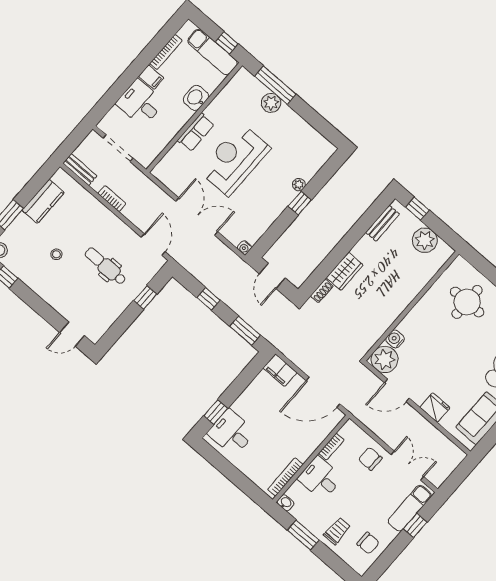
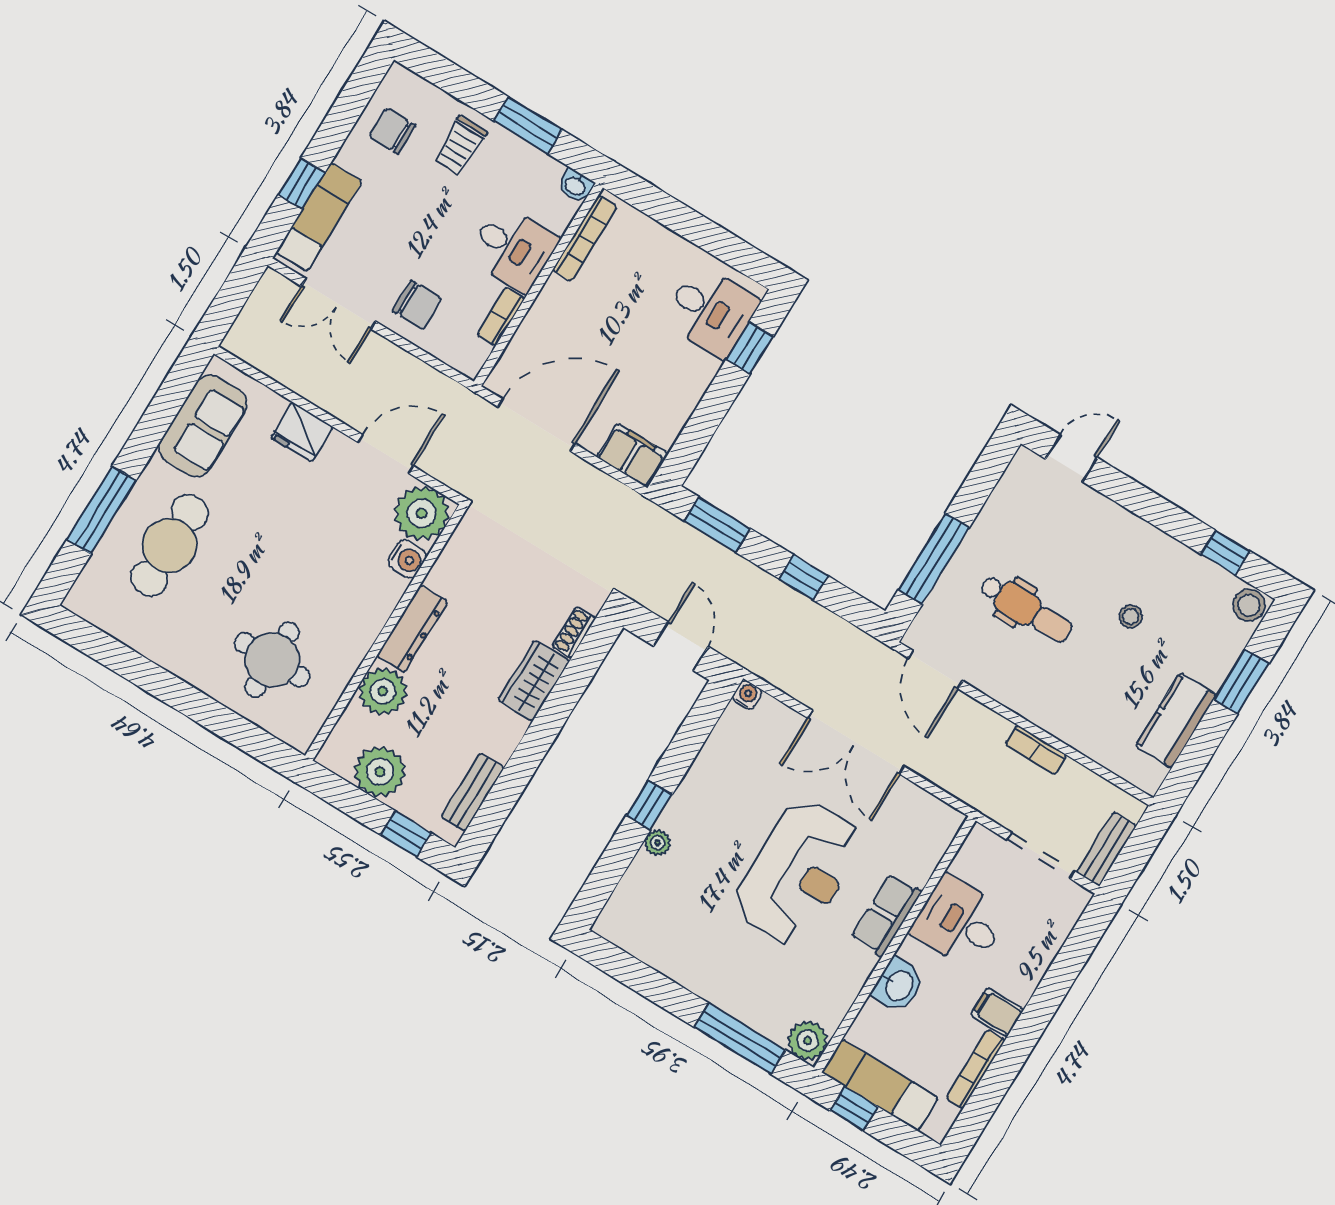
desk: (140, 103) -> (959, 922), moved, turned 180
plant: (271, 103) -> (808, 1041), moved
bench: (80, 170) -> (1106, 849), moved, turned 90
plant: (417, 278) -> (383, 691), added
window: (145, 297) -> (934, 559), width x2.17
dresser: (398, 305) -> (412, 629), added

